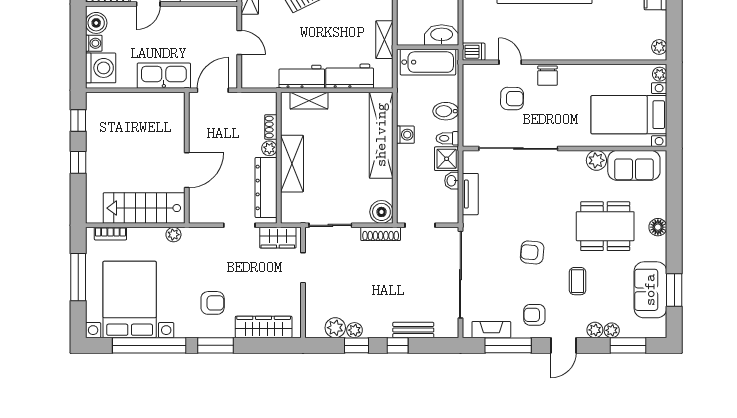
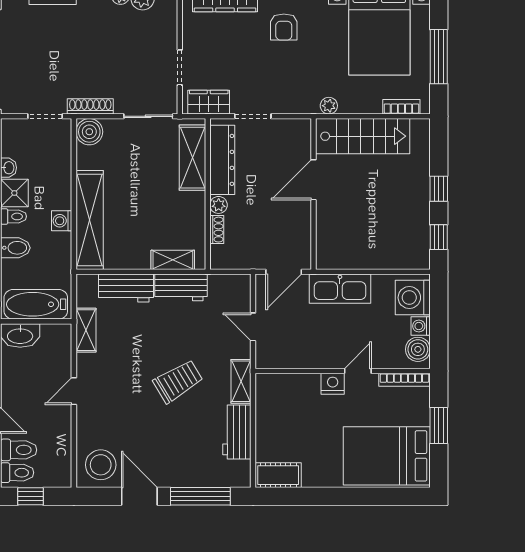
shelving: (292, 164) -> (192, 158), moved
armchair: (213, 303) -> (284, 27), turned -90

